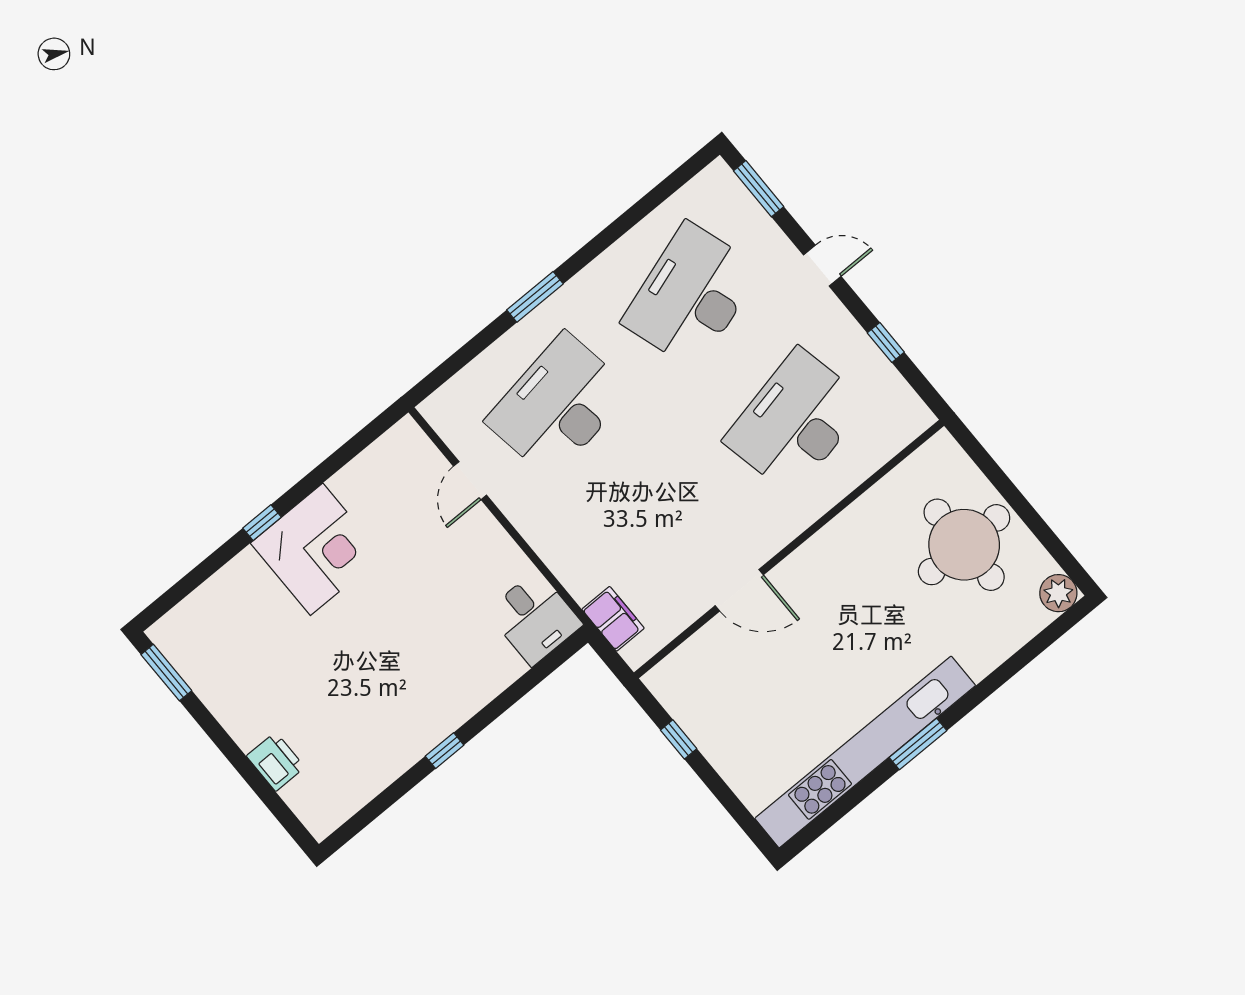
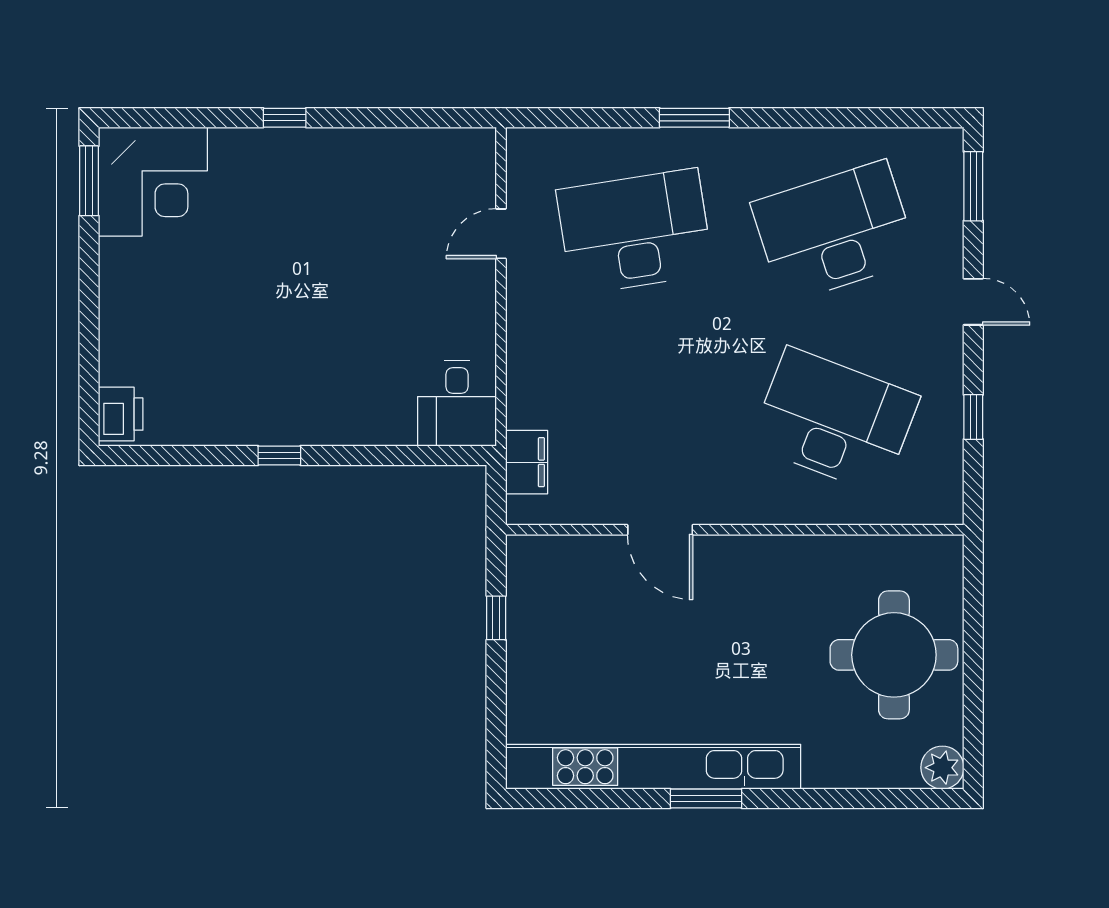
desk: (795, 421) -> (834, 421), turned 33
corner desk: (317, 549) -> (153, 182), moved
printer: (276, 762) -> (121, 414), moved

